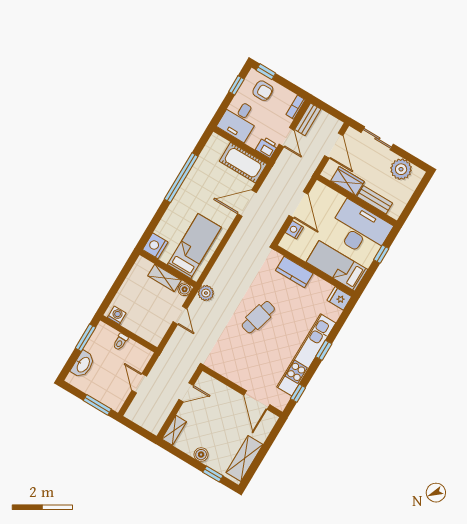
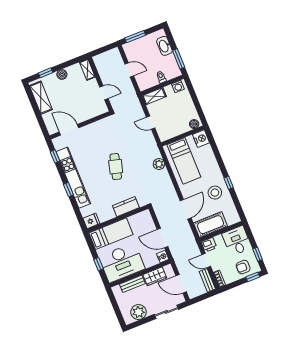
window: (181, 178) -> (229, 183), width x0.32
stool: (204, 185) -> (215, 193), added
nightstand: (294, 230) -> (163, 256), moved
shelving: (164, 278) -> (154, 96), moved
boiler: (185, 289) -> (194, 124), moved
plant: (206, 293) -> (159, 164), moved
door: (186, 392) -> (104, 93), swing flipped

